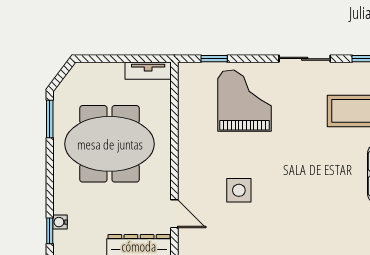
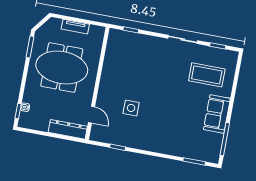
tv unit: (148, 71) -> (75, 27), moved
grand piano: (244, 101) -> (144, 57), removed

